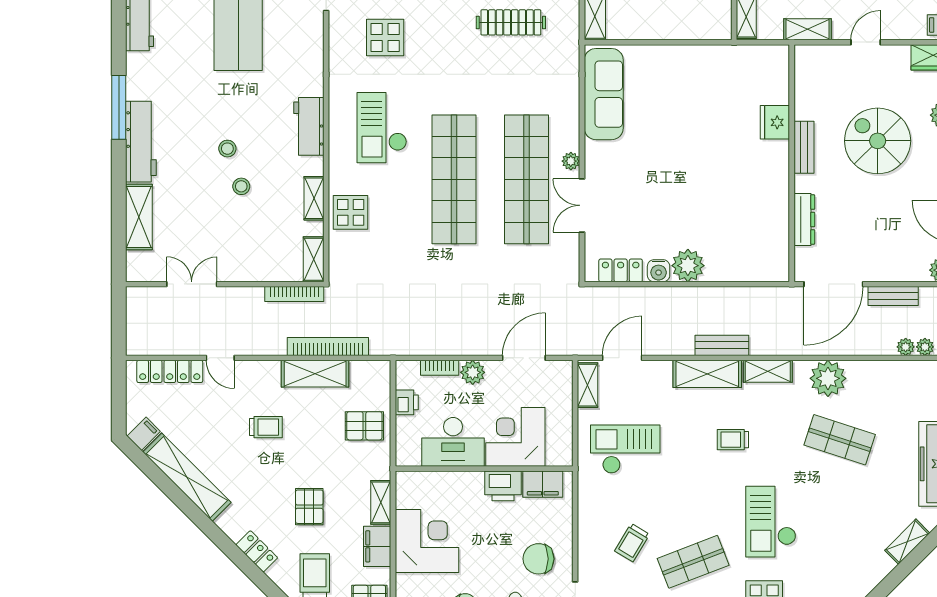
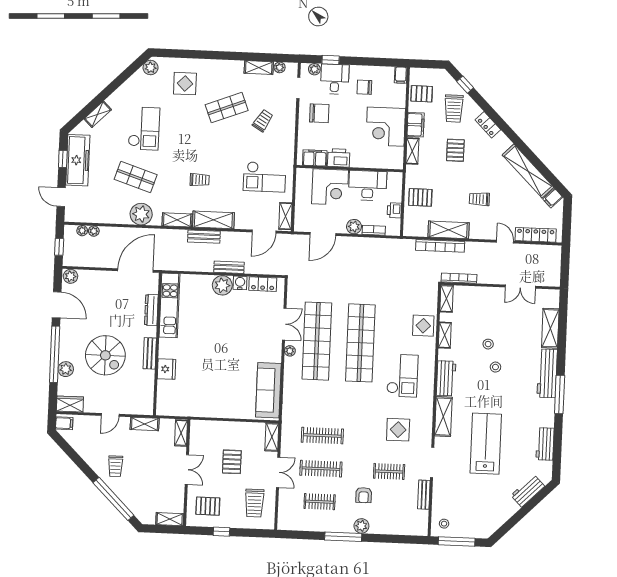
shelving: (311, 62) -> (443, 417), added
kitchen unit: (774, 228) -> (170, 305), added
bench: (893, 296) -> (229, 267), moved
checkout: (771, 522) -> (144, 129), moved

